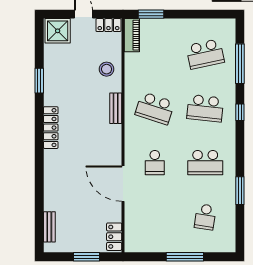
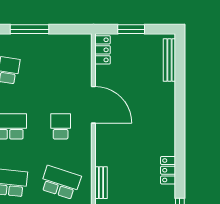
locker: (51, 128) -> (168, 170), width x0.66
bench: (49, 227) -> (169, 60), width x1.36

